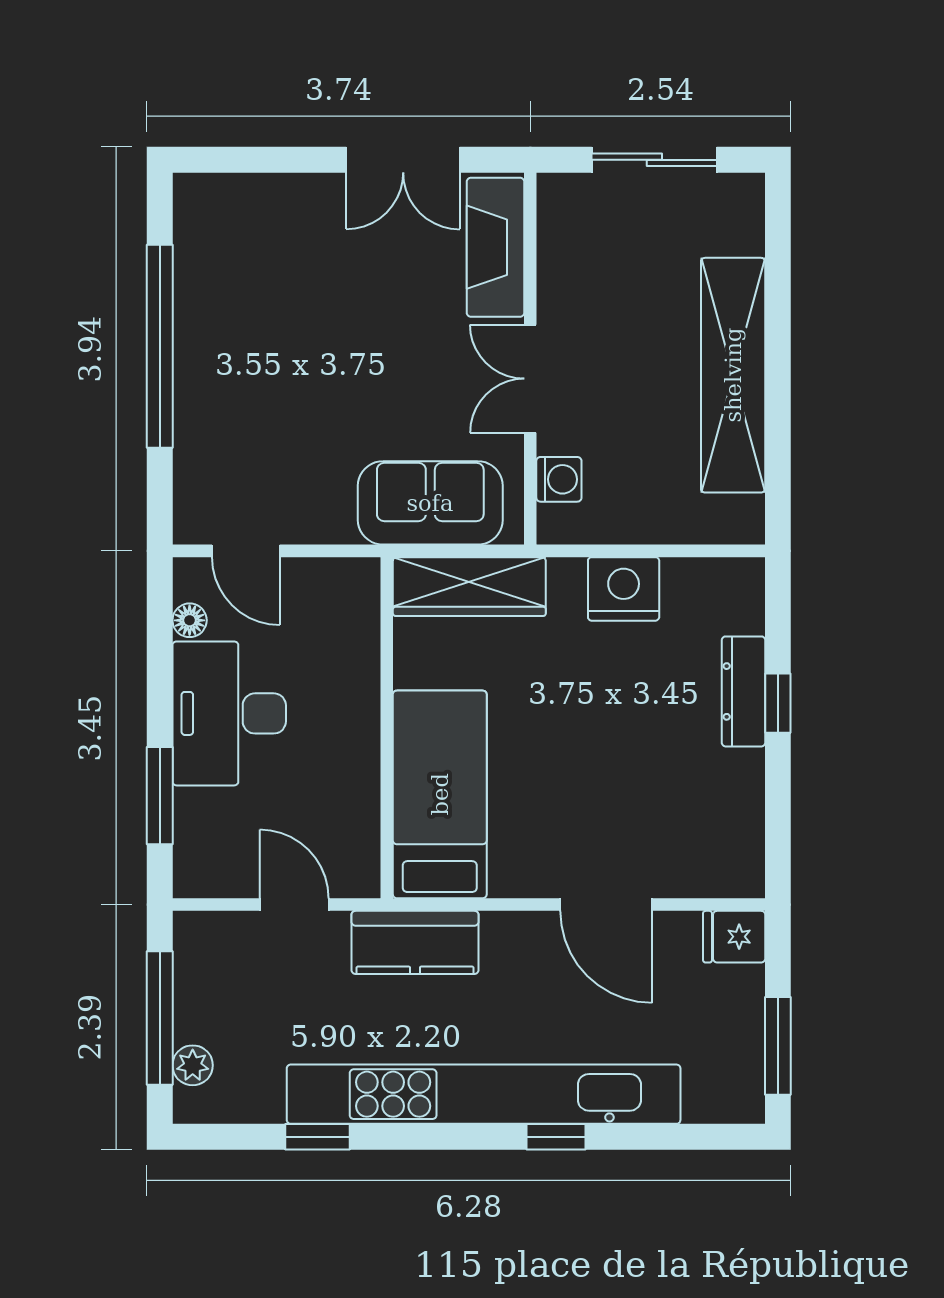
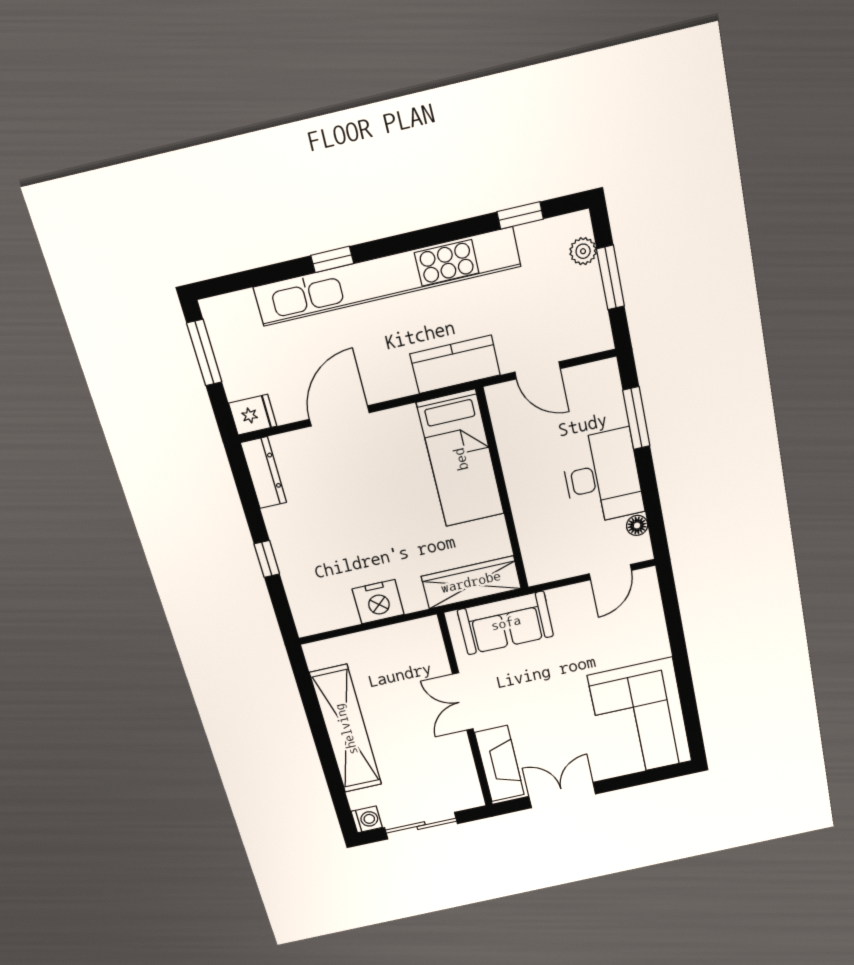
corner sofa: (245, 275) -> (640, 719), added
window: (160, 346) -> (683, 671), removed
double door: (530, 379) -> (463, 702), swing flipped
washing machine: (559, 479) -> (367, 819), moved, turned 180
door: (246, 551) -> (610, 572), swing flipped
dresser: (743, 691) -> (264, 473), moved
door: (606, 905) -> (339, 416), hinge flipped
window: (160, 1018) -> (611, 278), width x0.69
window: (318, 1137) -> (520, 215), moved

